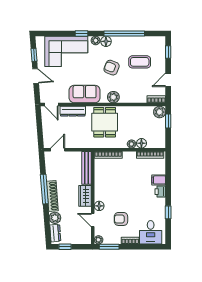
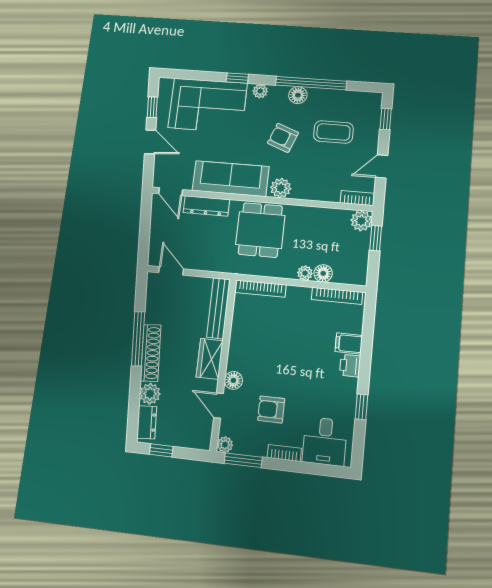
floor lamp: (106, 41) -> (298, 95), moved
sofa: (85, 94) -> (231, 179), width x1.36
door: (58, 150) -> (171, 271), hinge flipped

